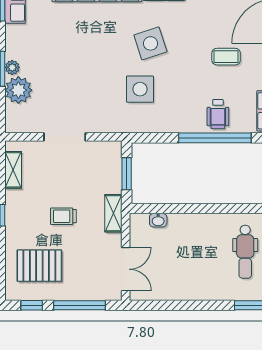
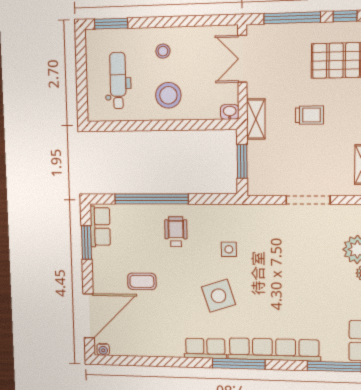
side table: (140, 89) -> (229, 249), width x0.54, depth x0.54
wheelchair: (218, 114) -> (176, 232), moved
washbasin: (158, 220) -> (230, 112), moved
stool: (196, 237) -> (168, 95), added
stool: (201, 278) -> (163, 51), added

